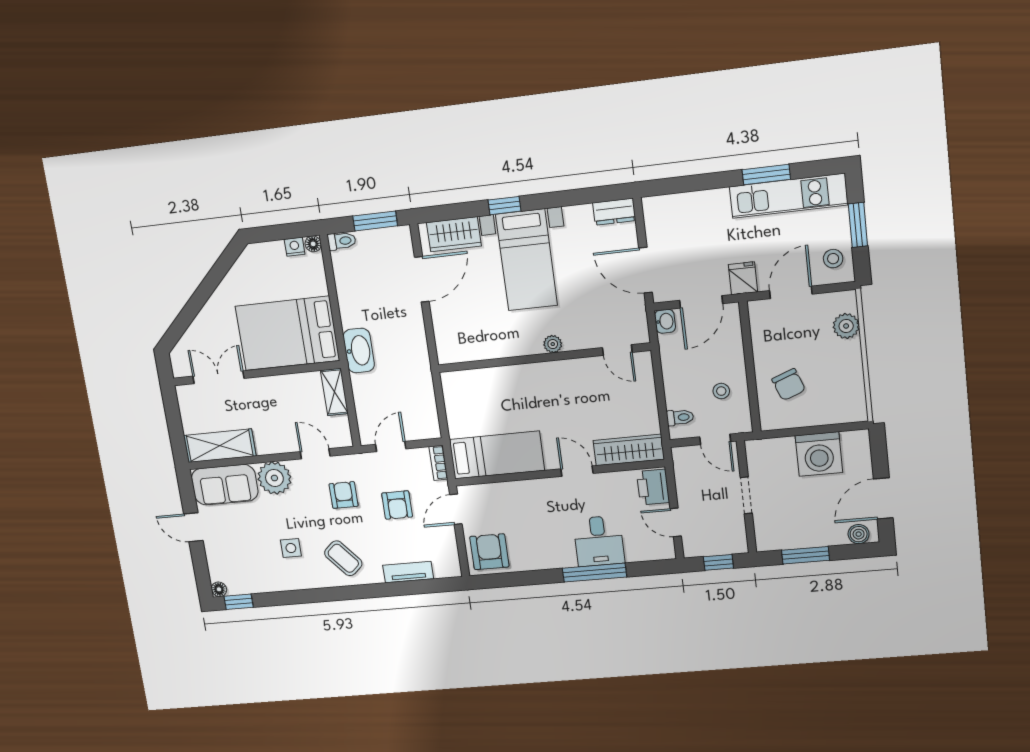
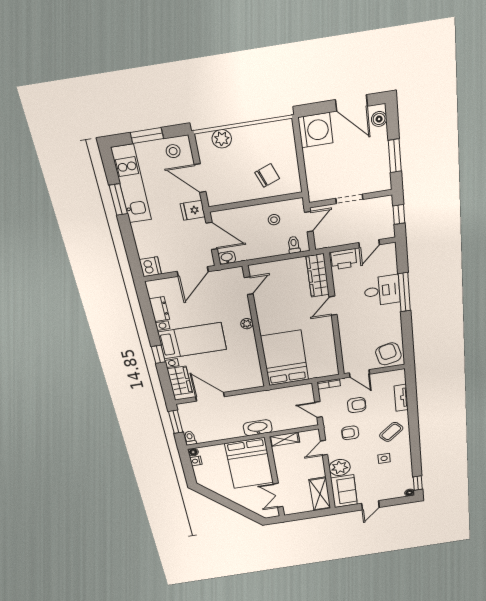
dishwasher: (657, 209) -> (150, 267), added
dresser: (614, 212) -> (159, 309), moved
washing machine: (819, 454) -> (315, 130), moved
bed: (497, 455) -> (285, 358), moved, width x1.50
armchair: (489, 552) -> (388, 354), turned 77

